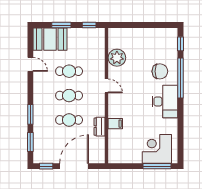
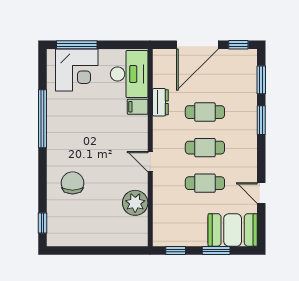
chair: (160, 71) -> (73, 183), turned 90
window: (180, 78) -> (42, 119), moved
desk: (165, 102) -> (129, 74), moved, turned 180

